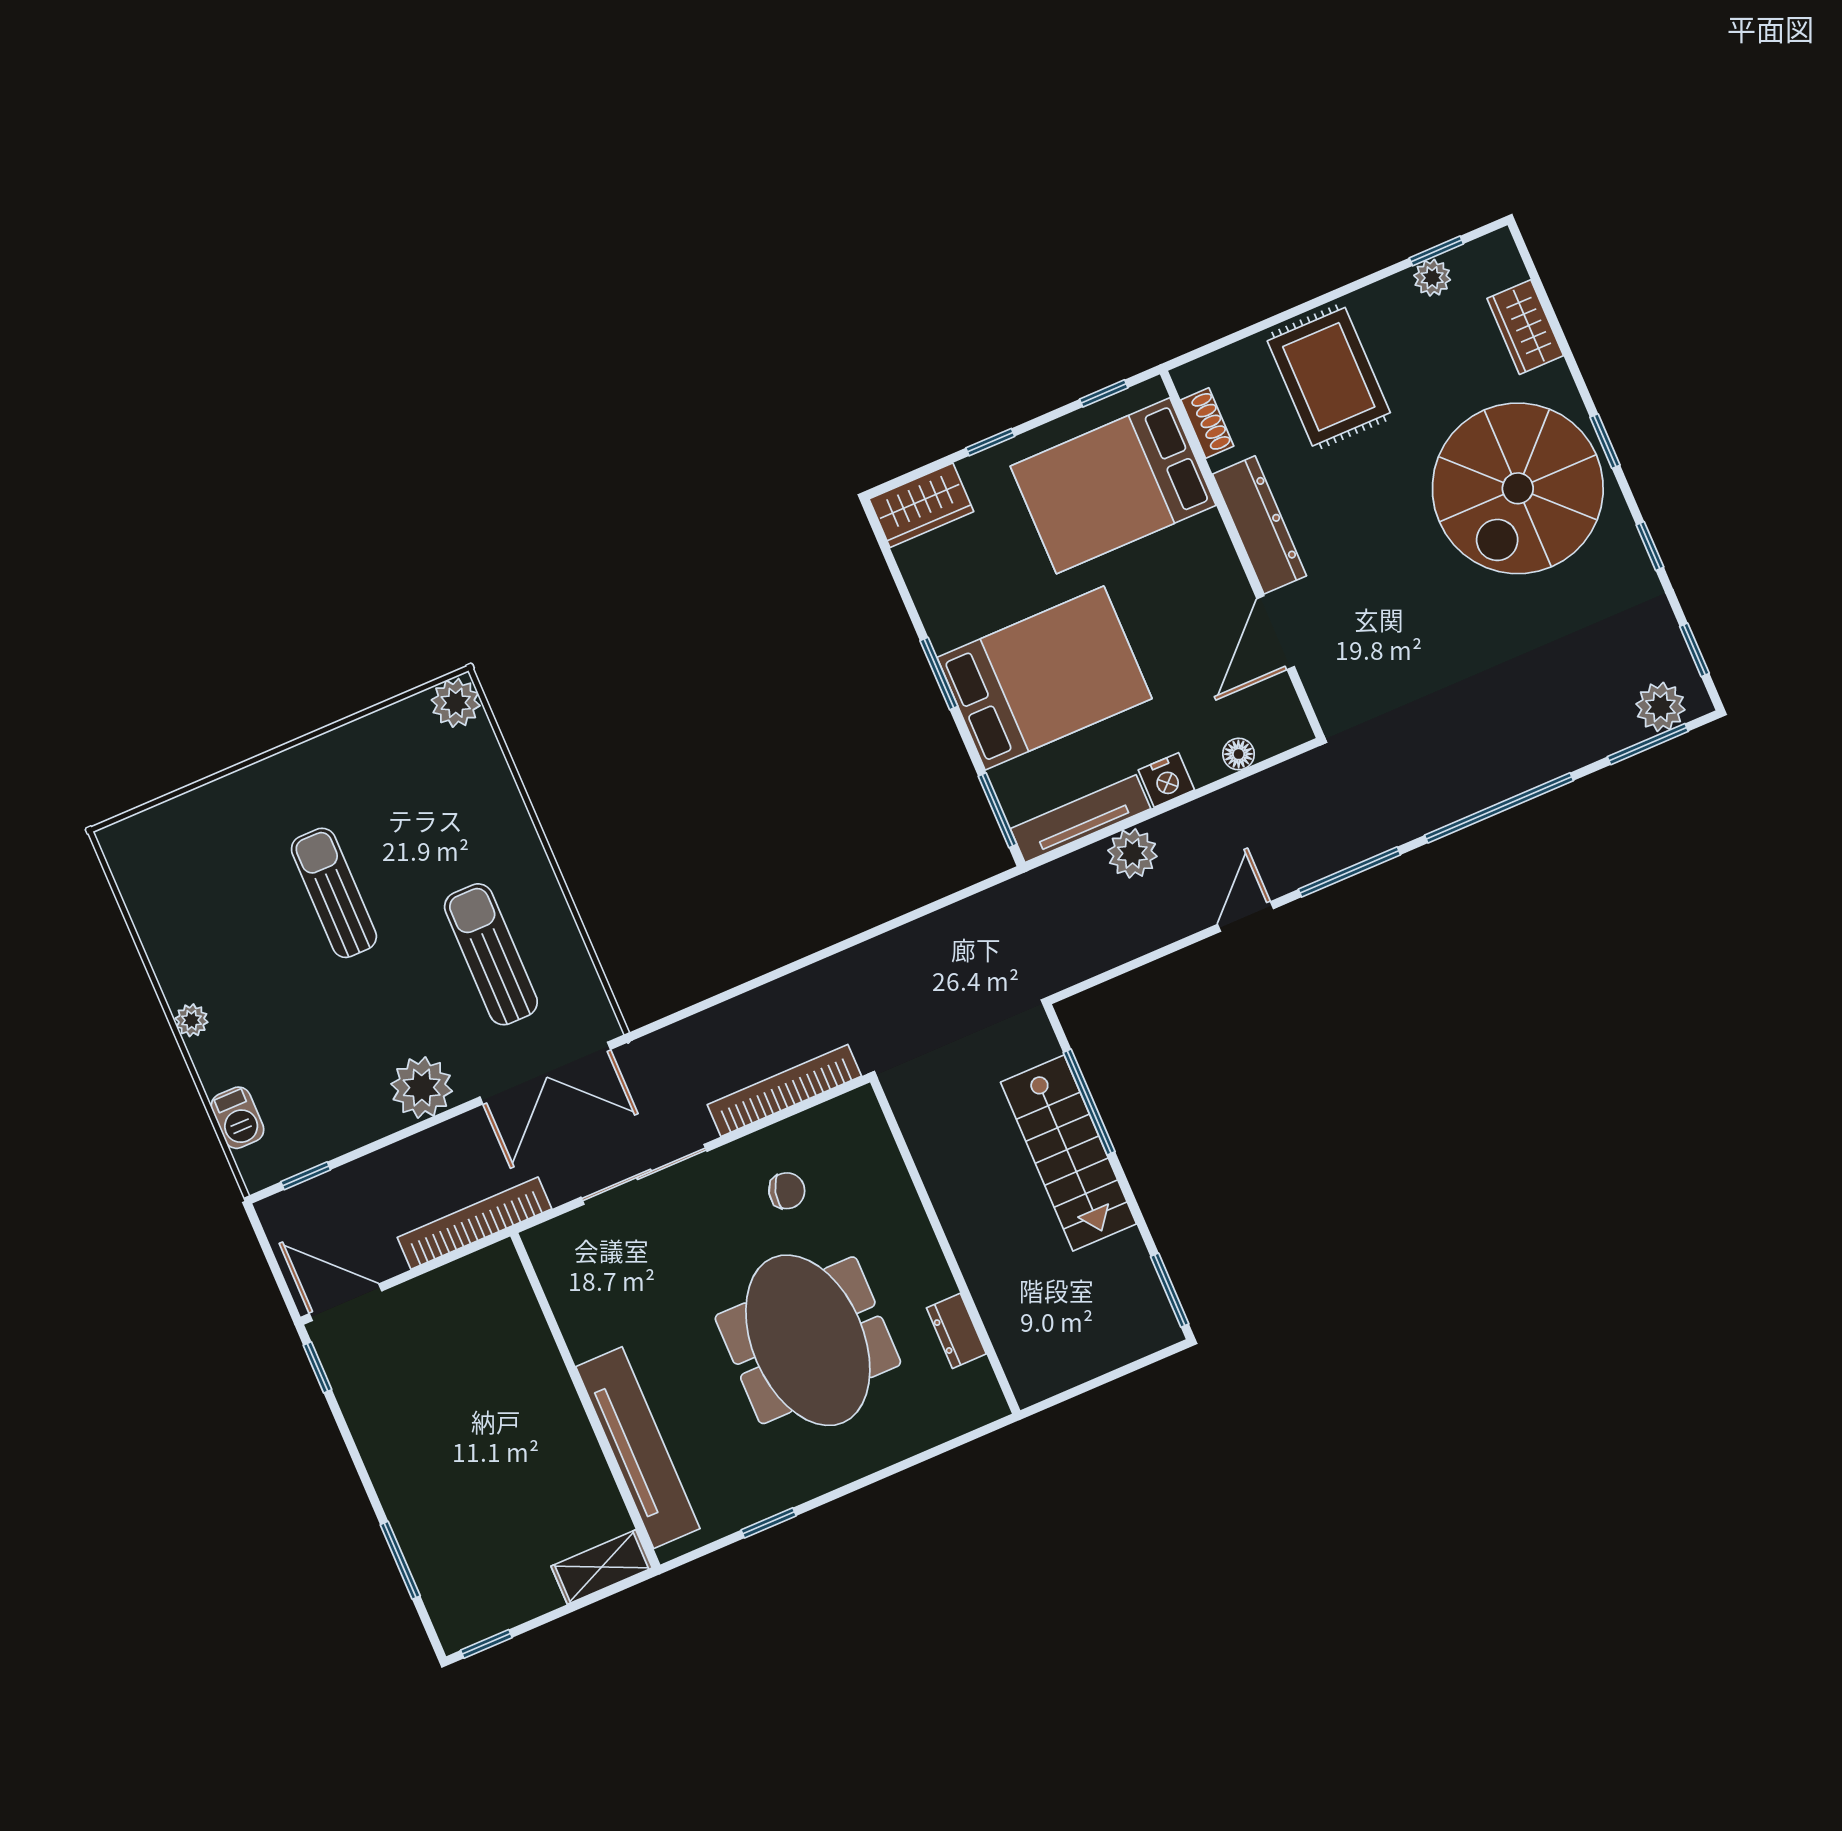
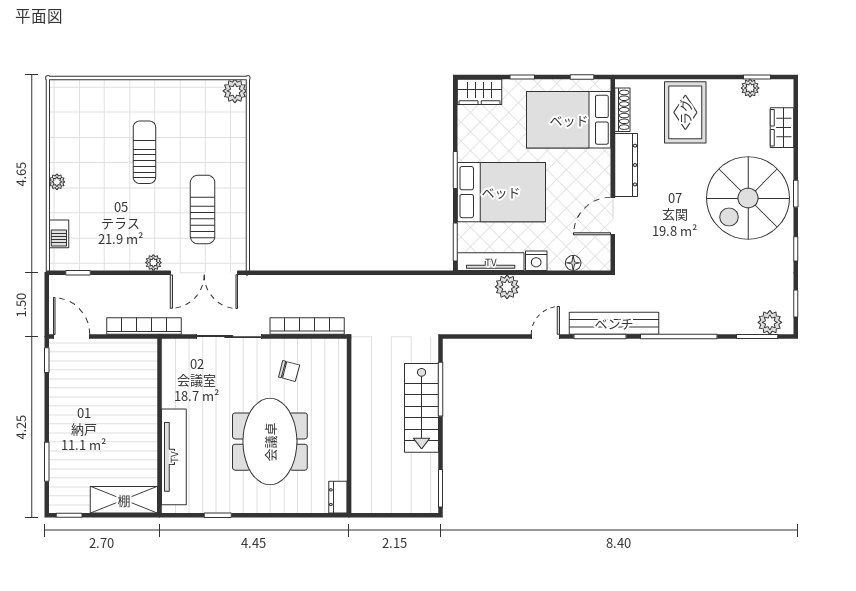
shoe rack: (1207, 423) -> (622, 110), width x1.43
bench: (1365, 835) -> (614, 323), added
plant: (422, 1088) -> (153, 263), width x0.53, depth x0.53
dresser: (956, 1331) -> (338, 497), moved
shelving: (602, 1567) -> (124, 500), width x1.50, depth x1.33

